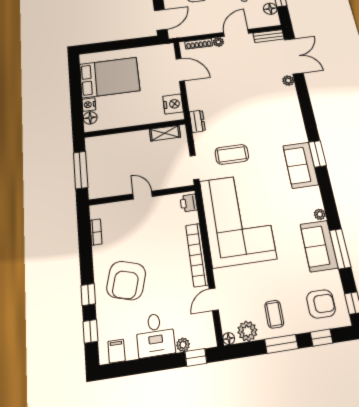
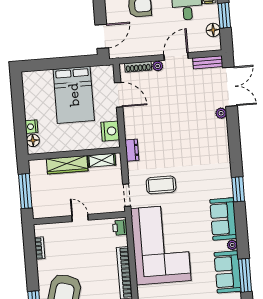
bed: (110, 77) -> (74, 95), moved, turned 90
wardrobe: (127, 140) -> (67, 165), added
sofa: (301, 165) -> (223, 219), moved

